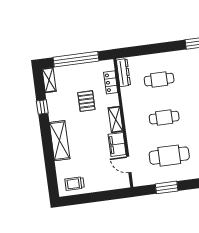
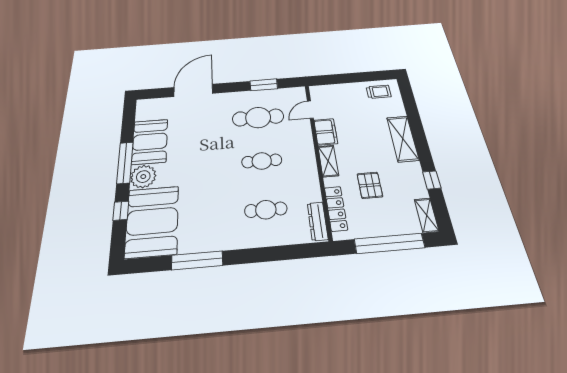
locker: (111, 82) -> (336, 209), width x1.53
door: (129, 164) -> (310, 110), swing flipped

